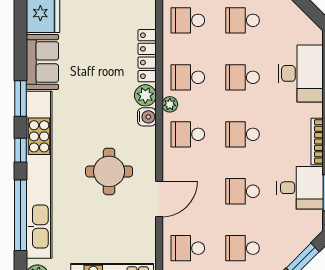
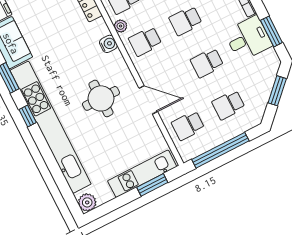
plant: (145, 95) -> (99, 29), removed
door: (159, 199) -> (148, 100), hinge flipped
window: (21, 215) -> (52, 164), removed

